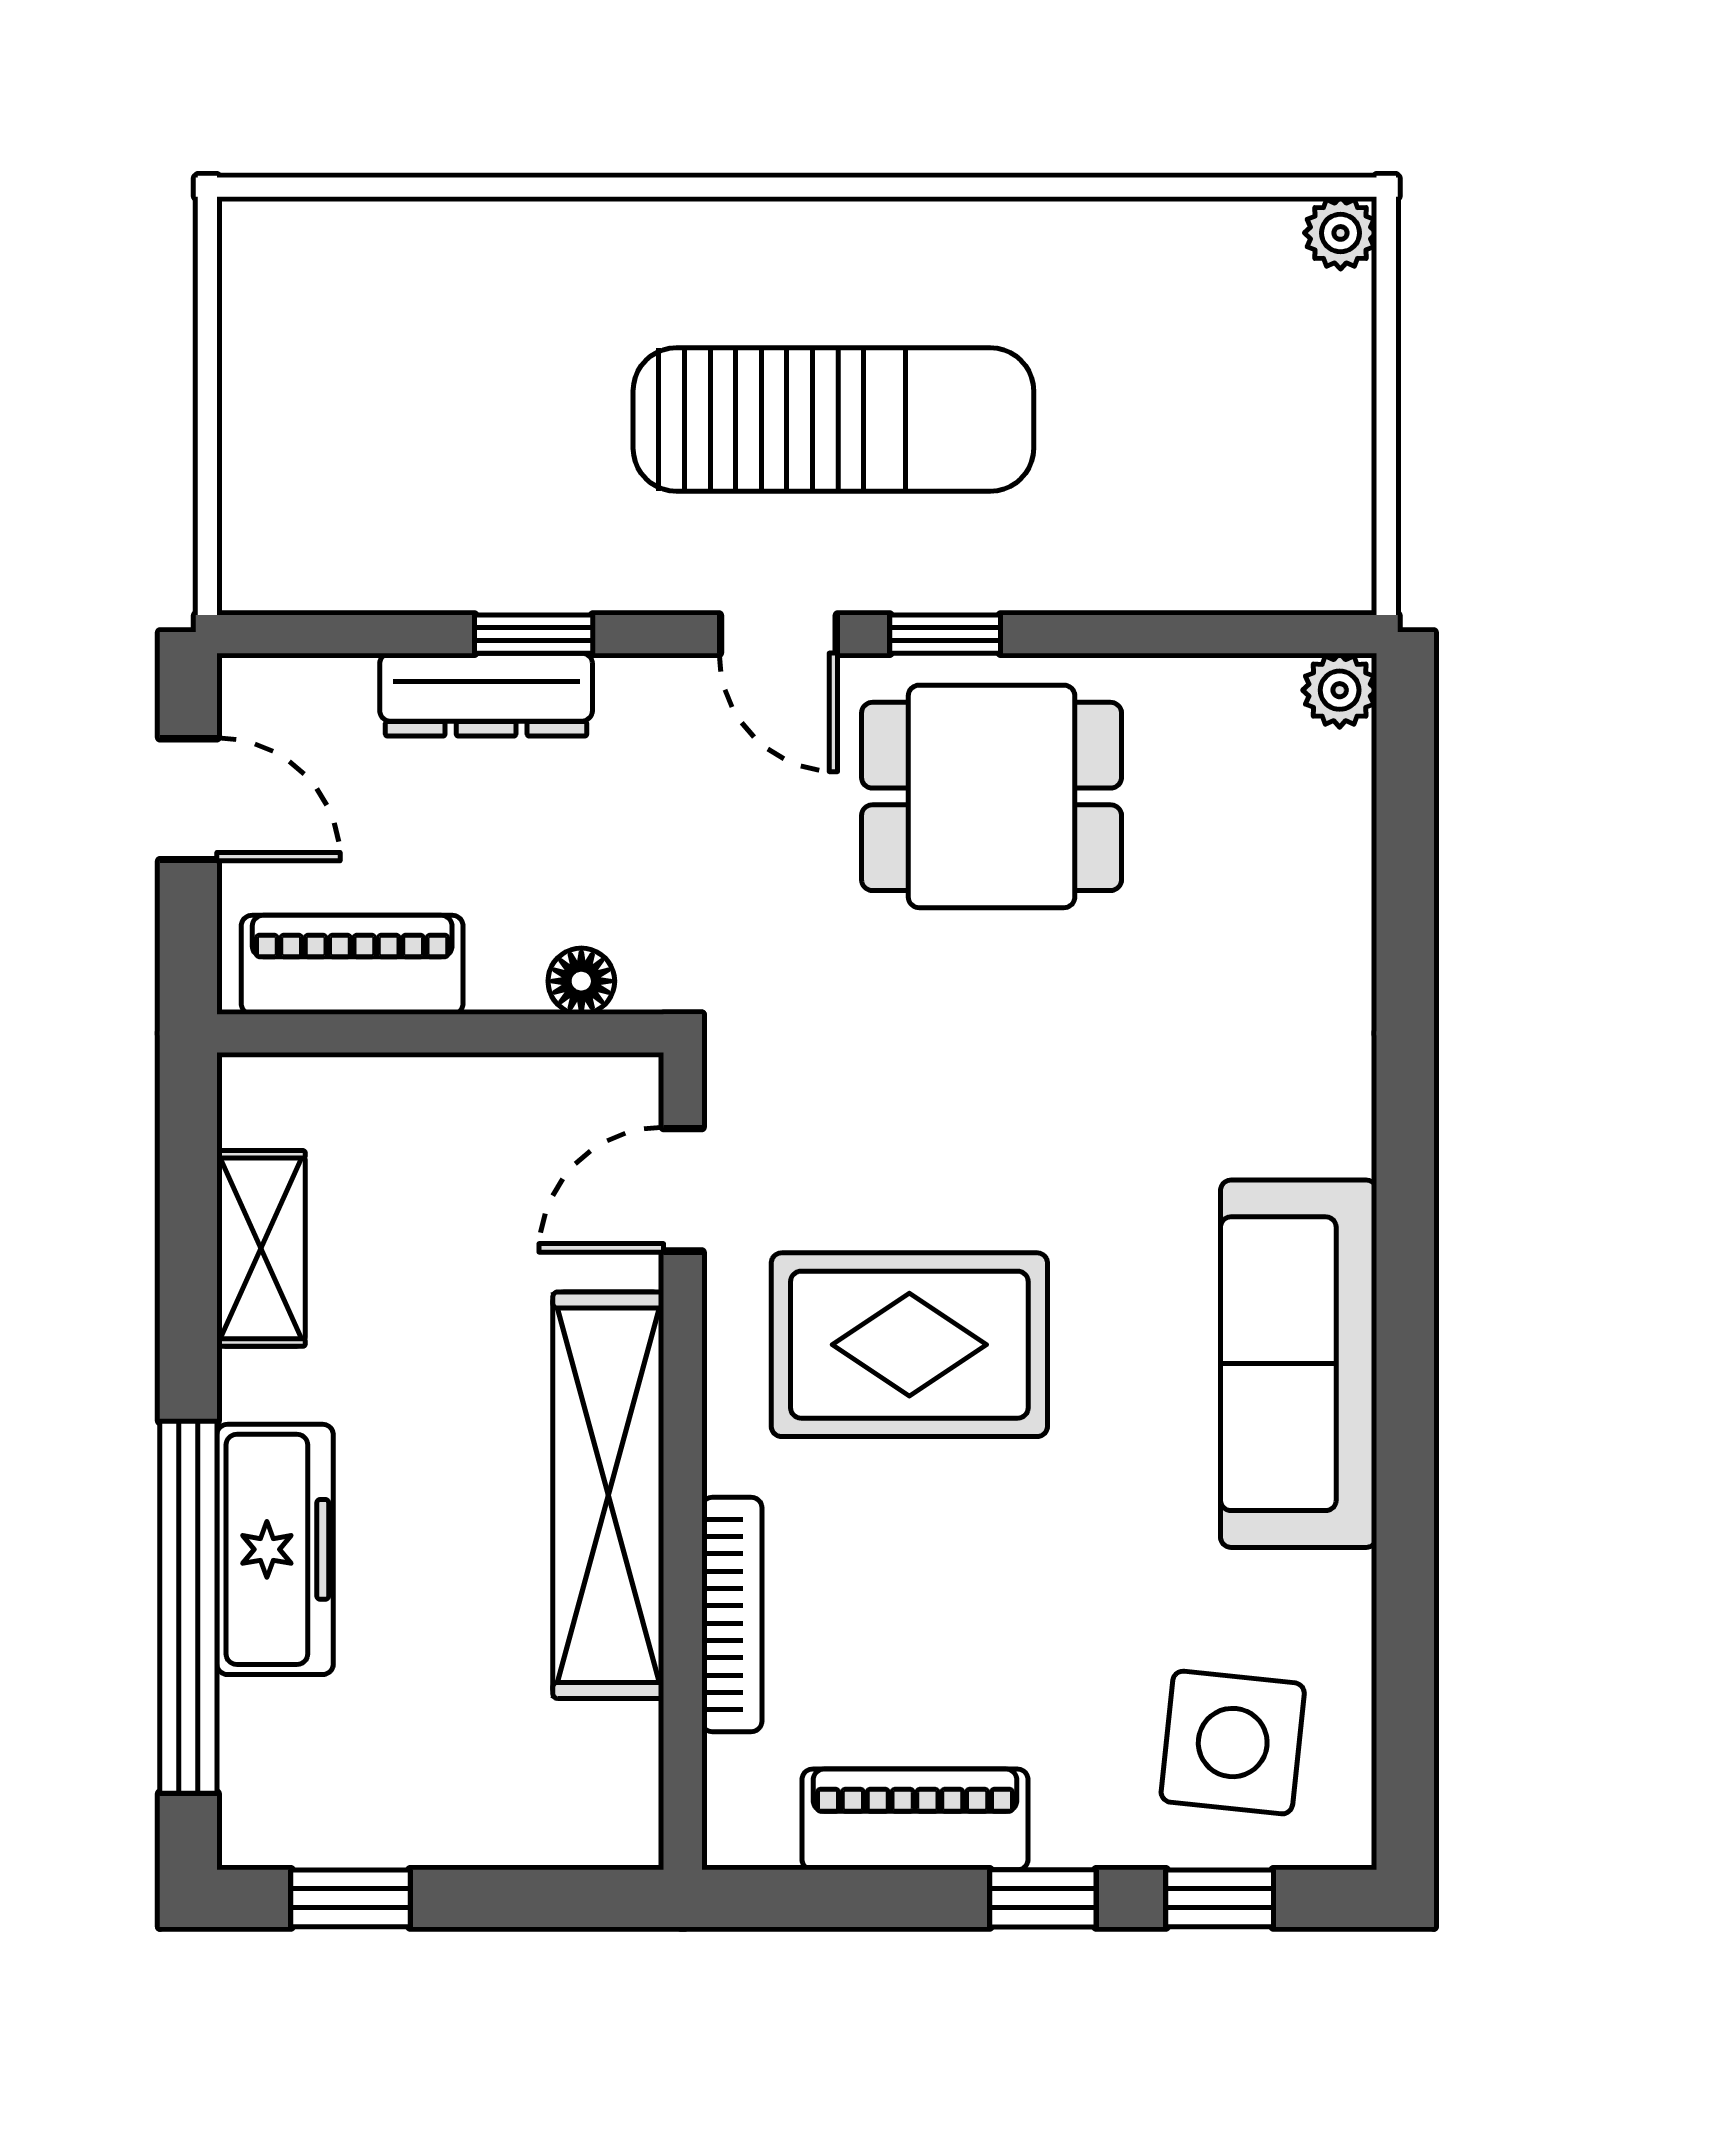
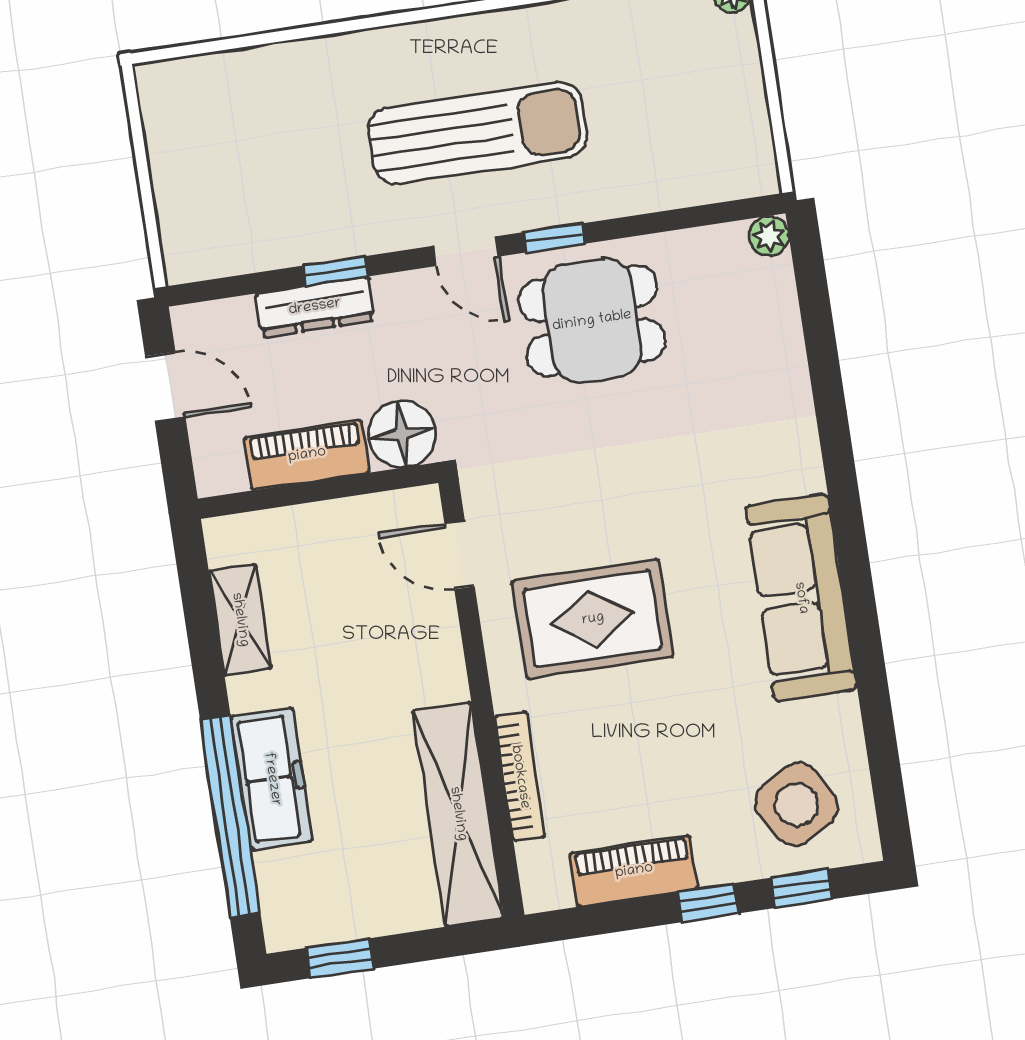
piano: (352, 965) -> (307, 455), moved
floor lamp: (581, 981) -> (402, 434), width x1.89, depth x1.89
door: (683, 1190) -> (460, 555), hinge flipped
shelving: (608, 1495) -> (458, 814), moved
side table: (1233, 1743) -> (797, 804), turned -36

